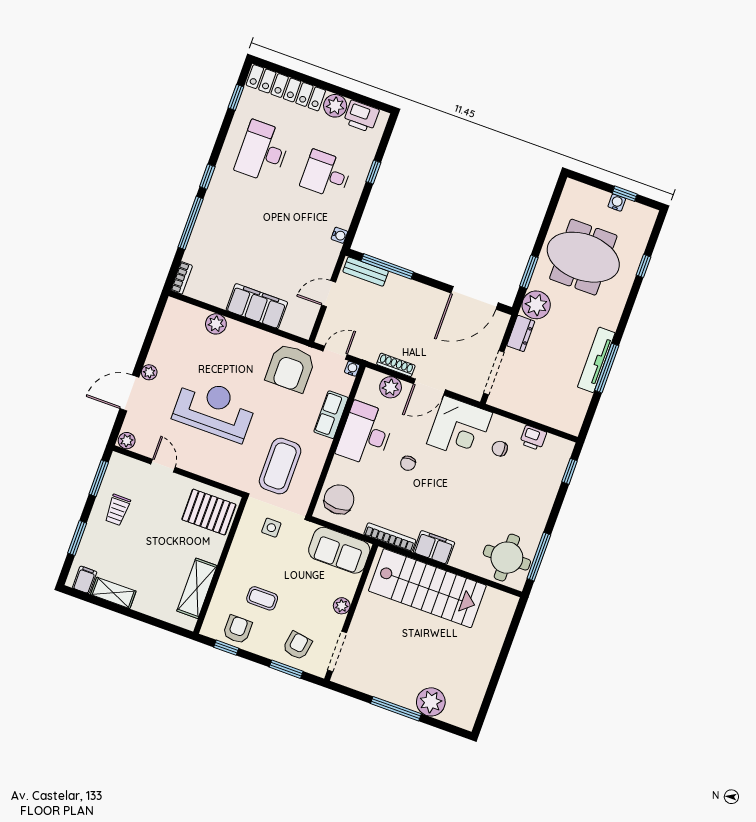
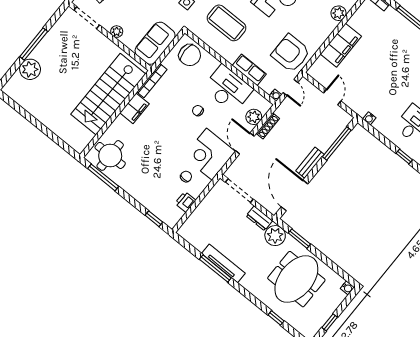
water cooler: (617, 203) -> (347, 288), moved
bench: (366, 272) -> (310, 163), moved

